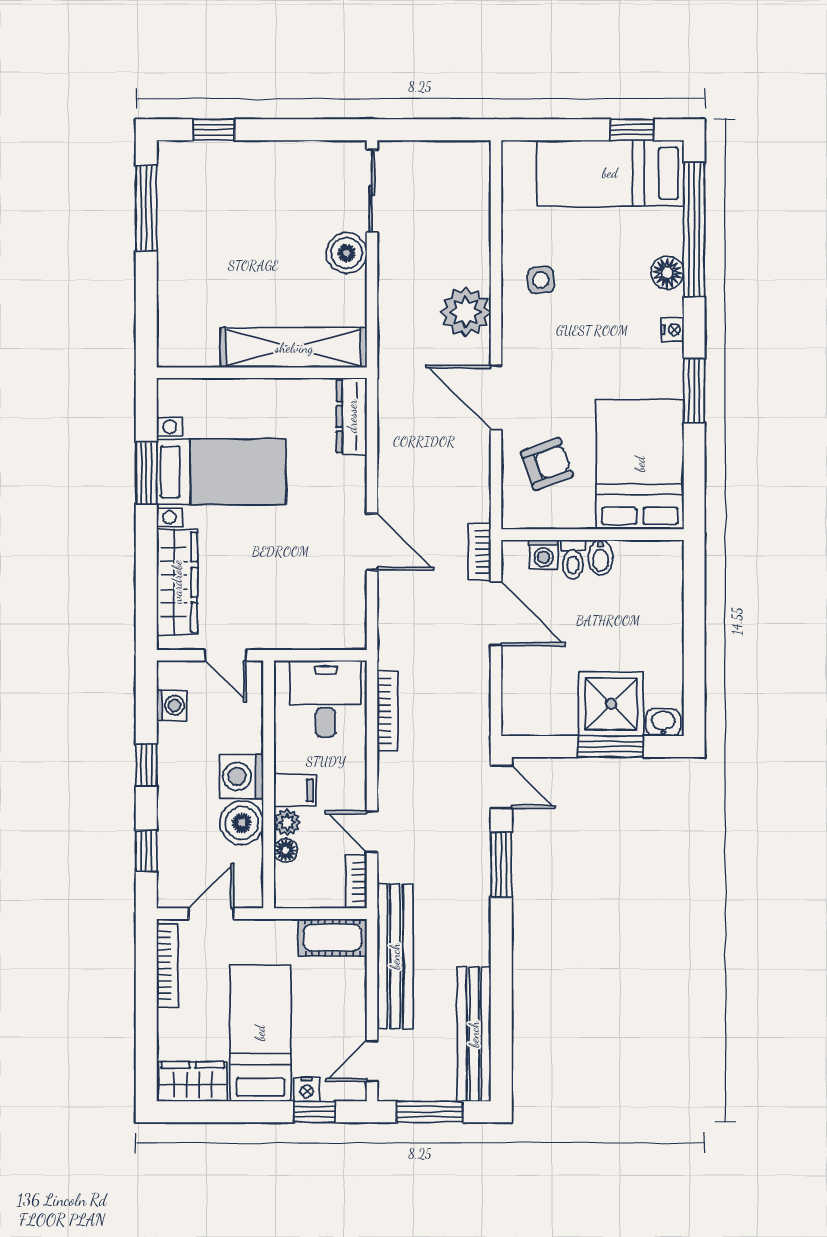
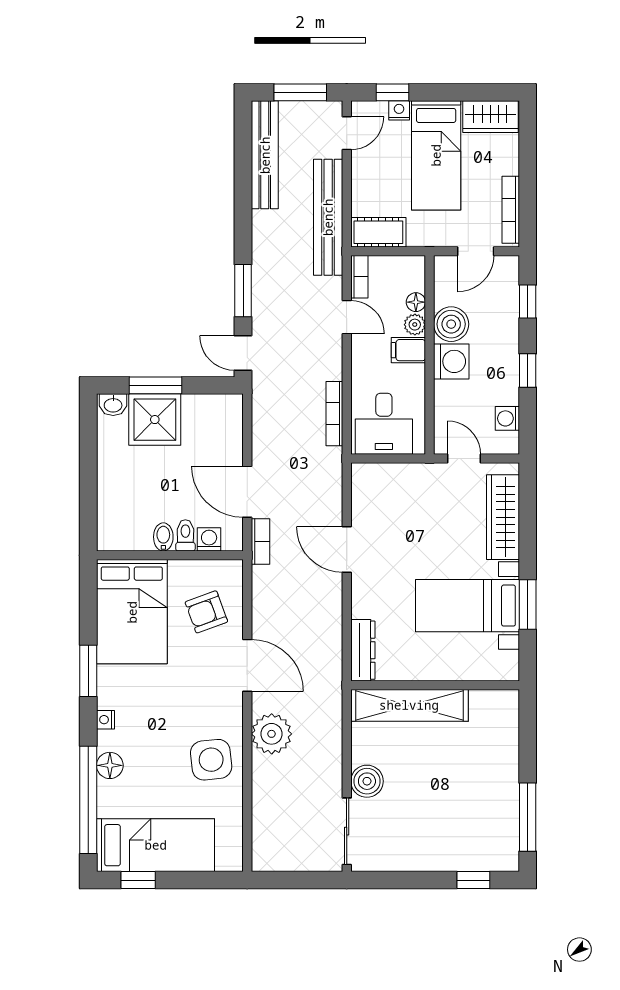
side table: (541, 280) -> (211, 760), width x1.87, depth x1.87

